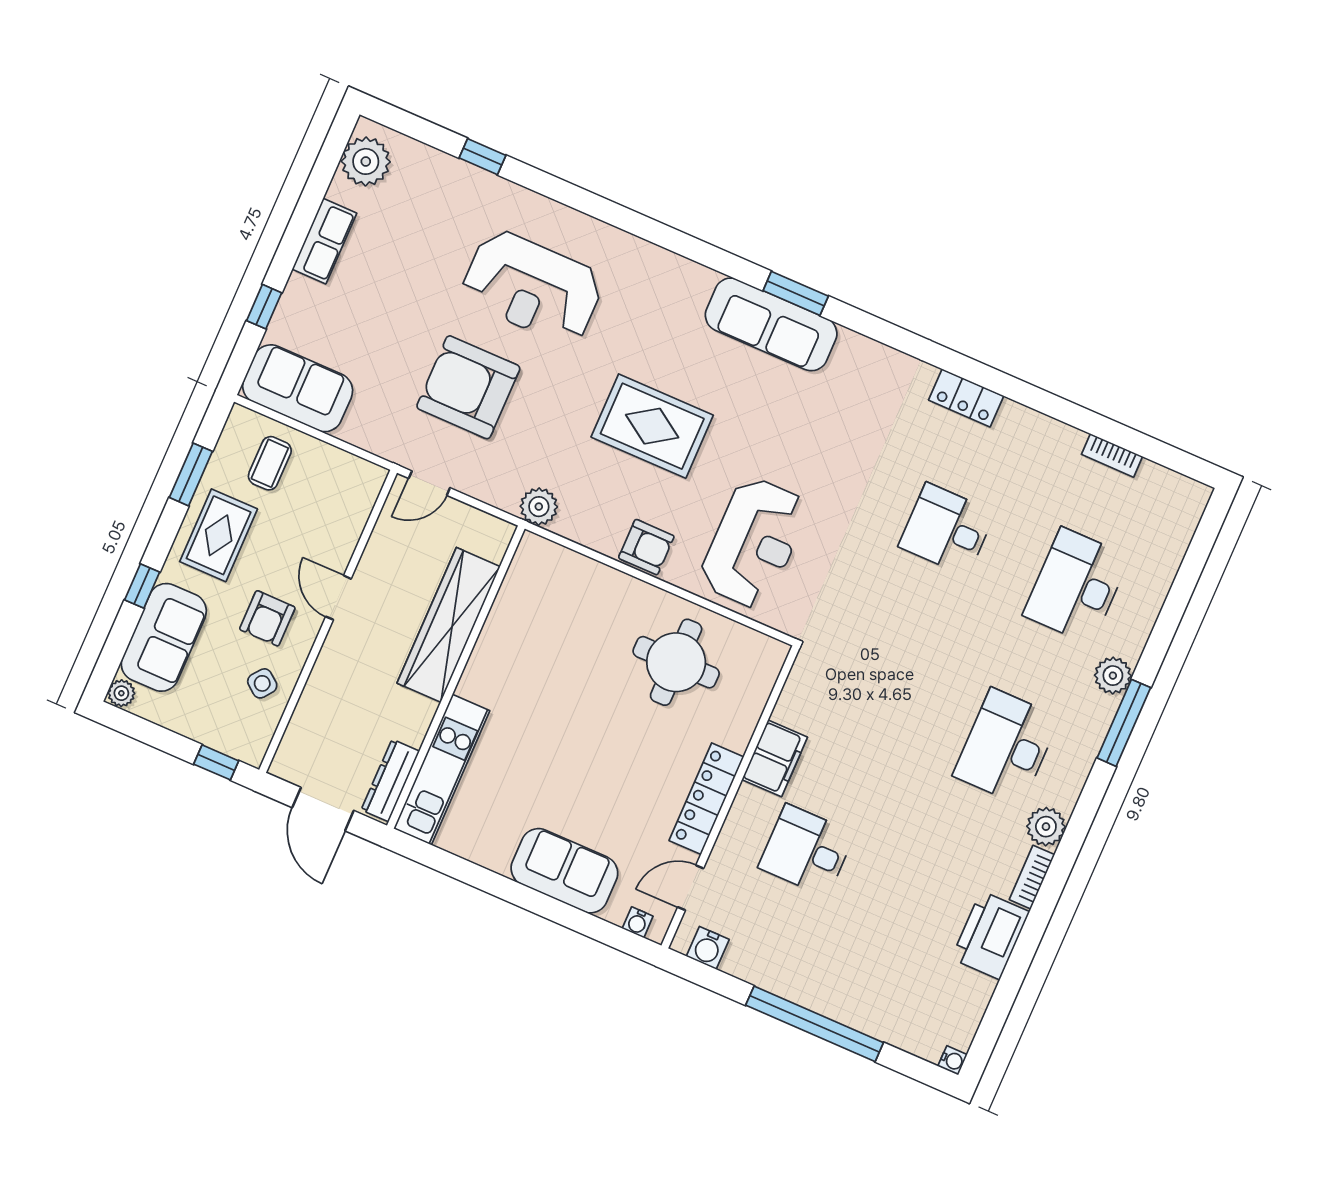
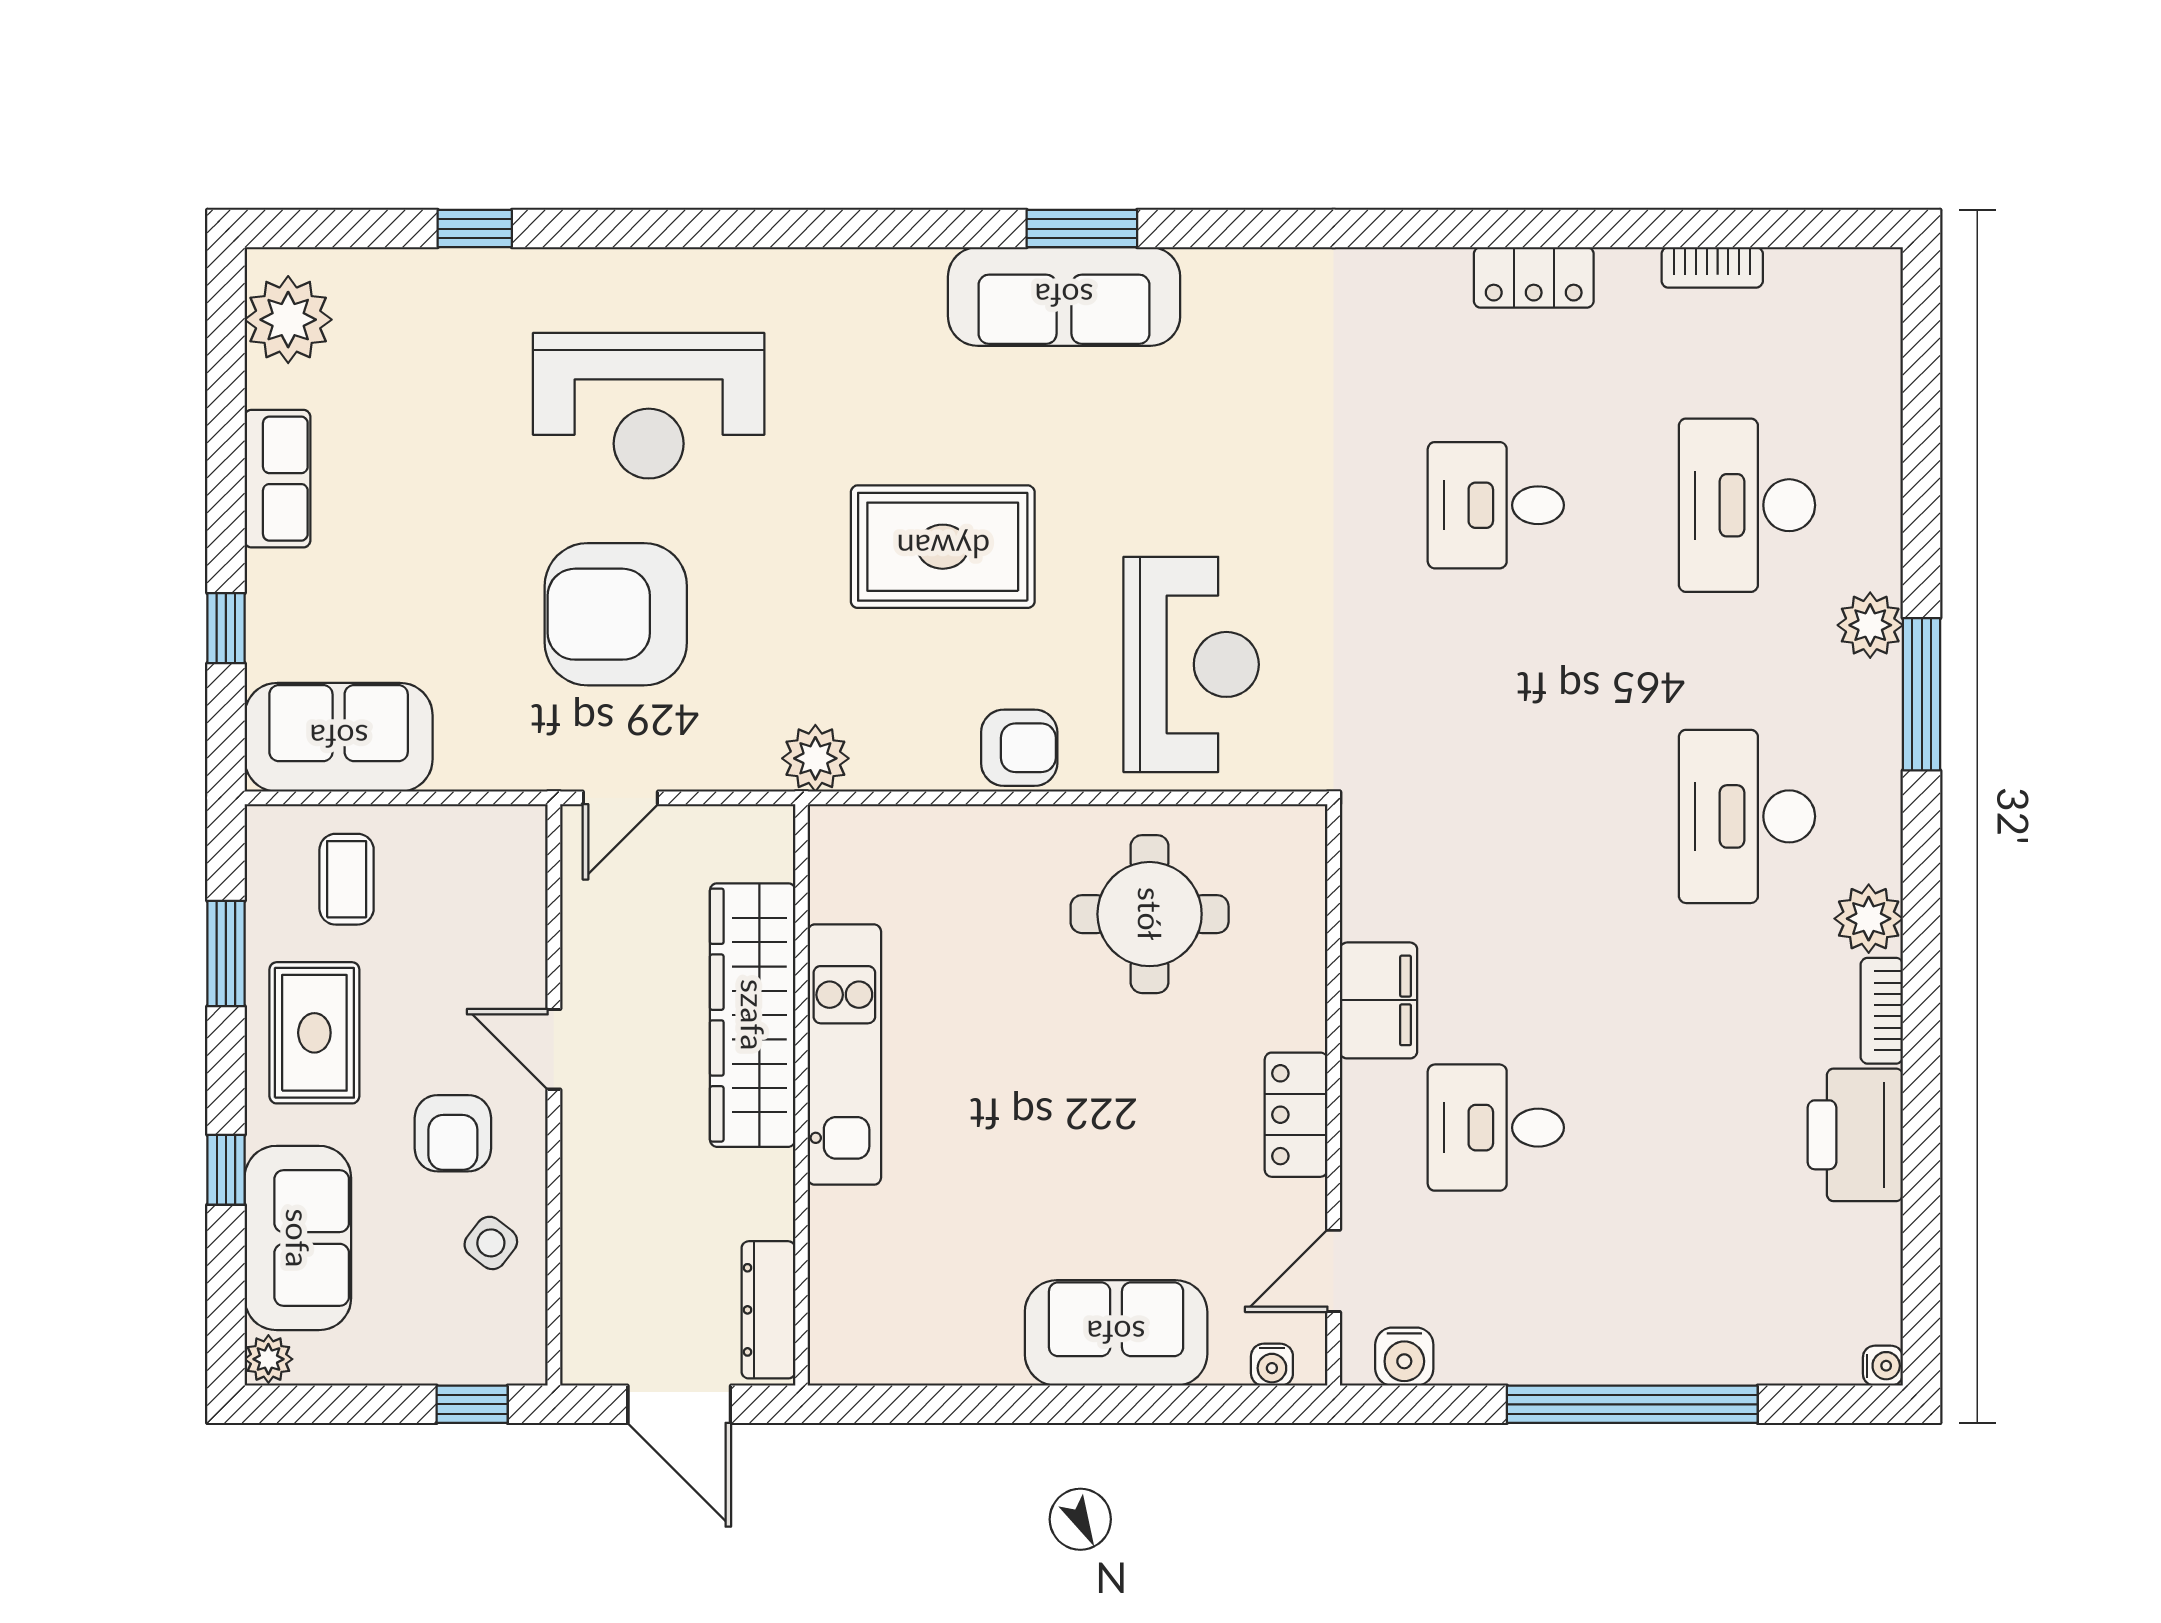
locker: (966, 398) -> (1534, 277), moved
kitchen unit: (442, 770) -> (844, 1055), moved
locker: (706, 799) -> (1296, 1115), width x0.66

